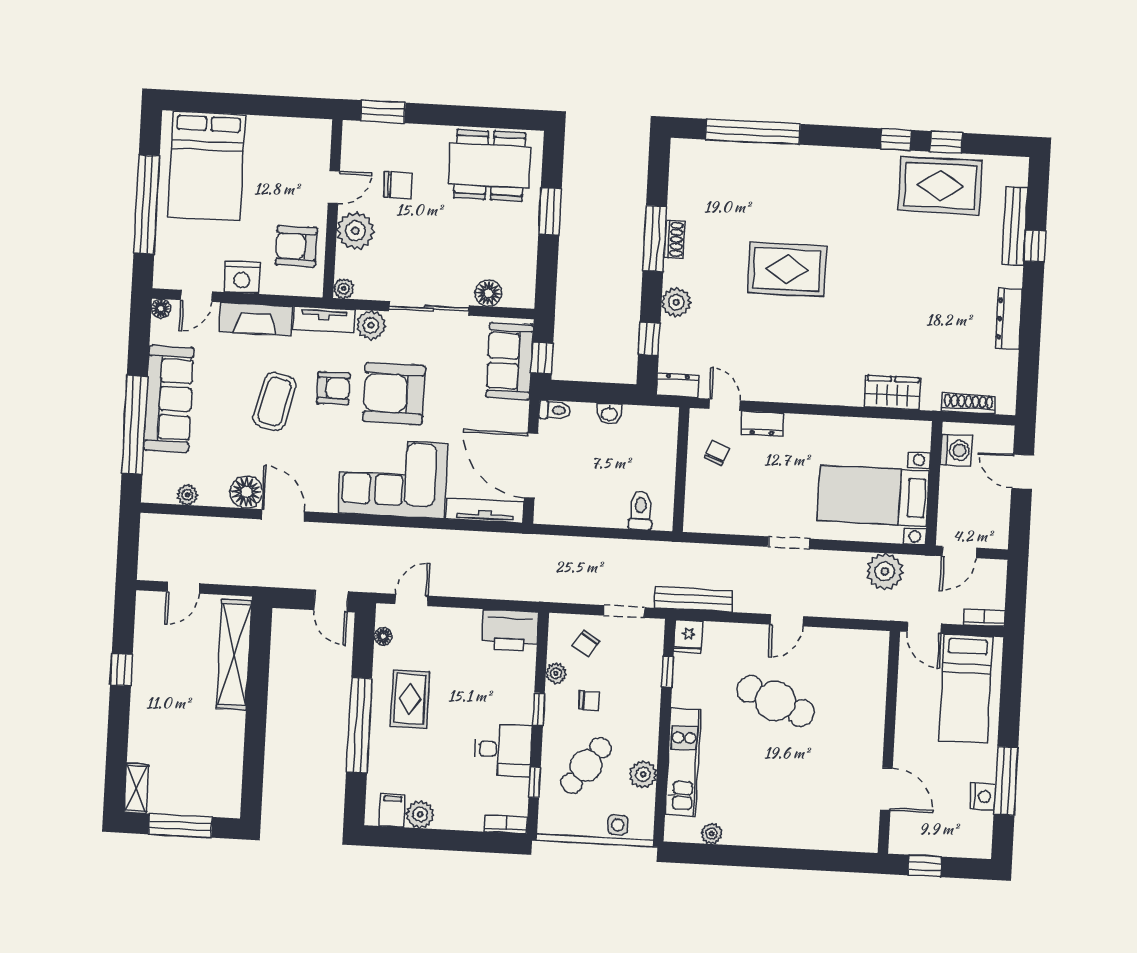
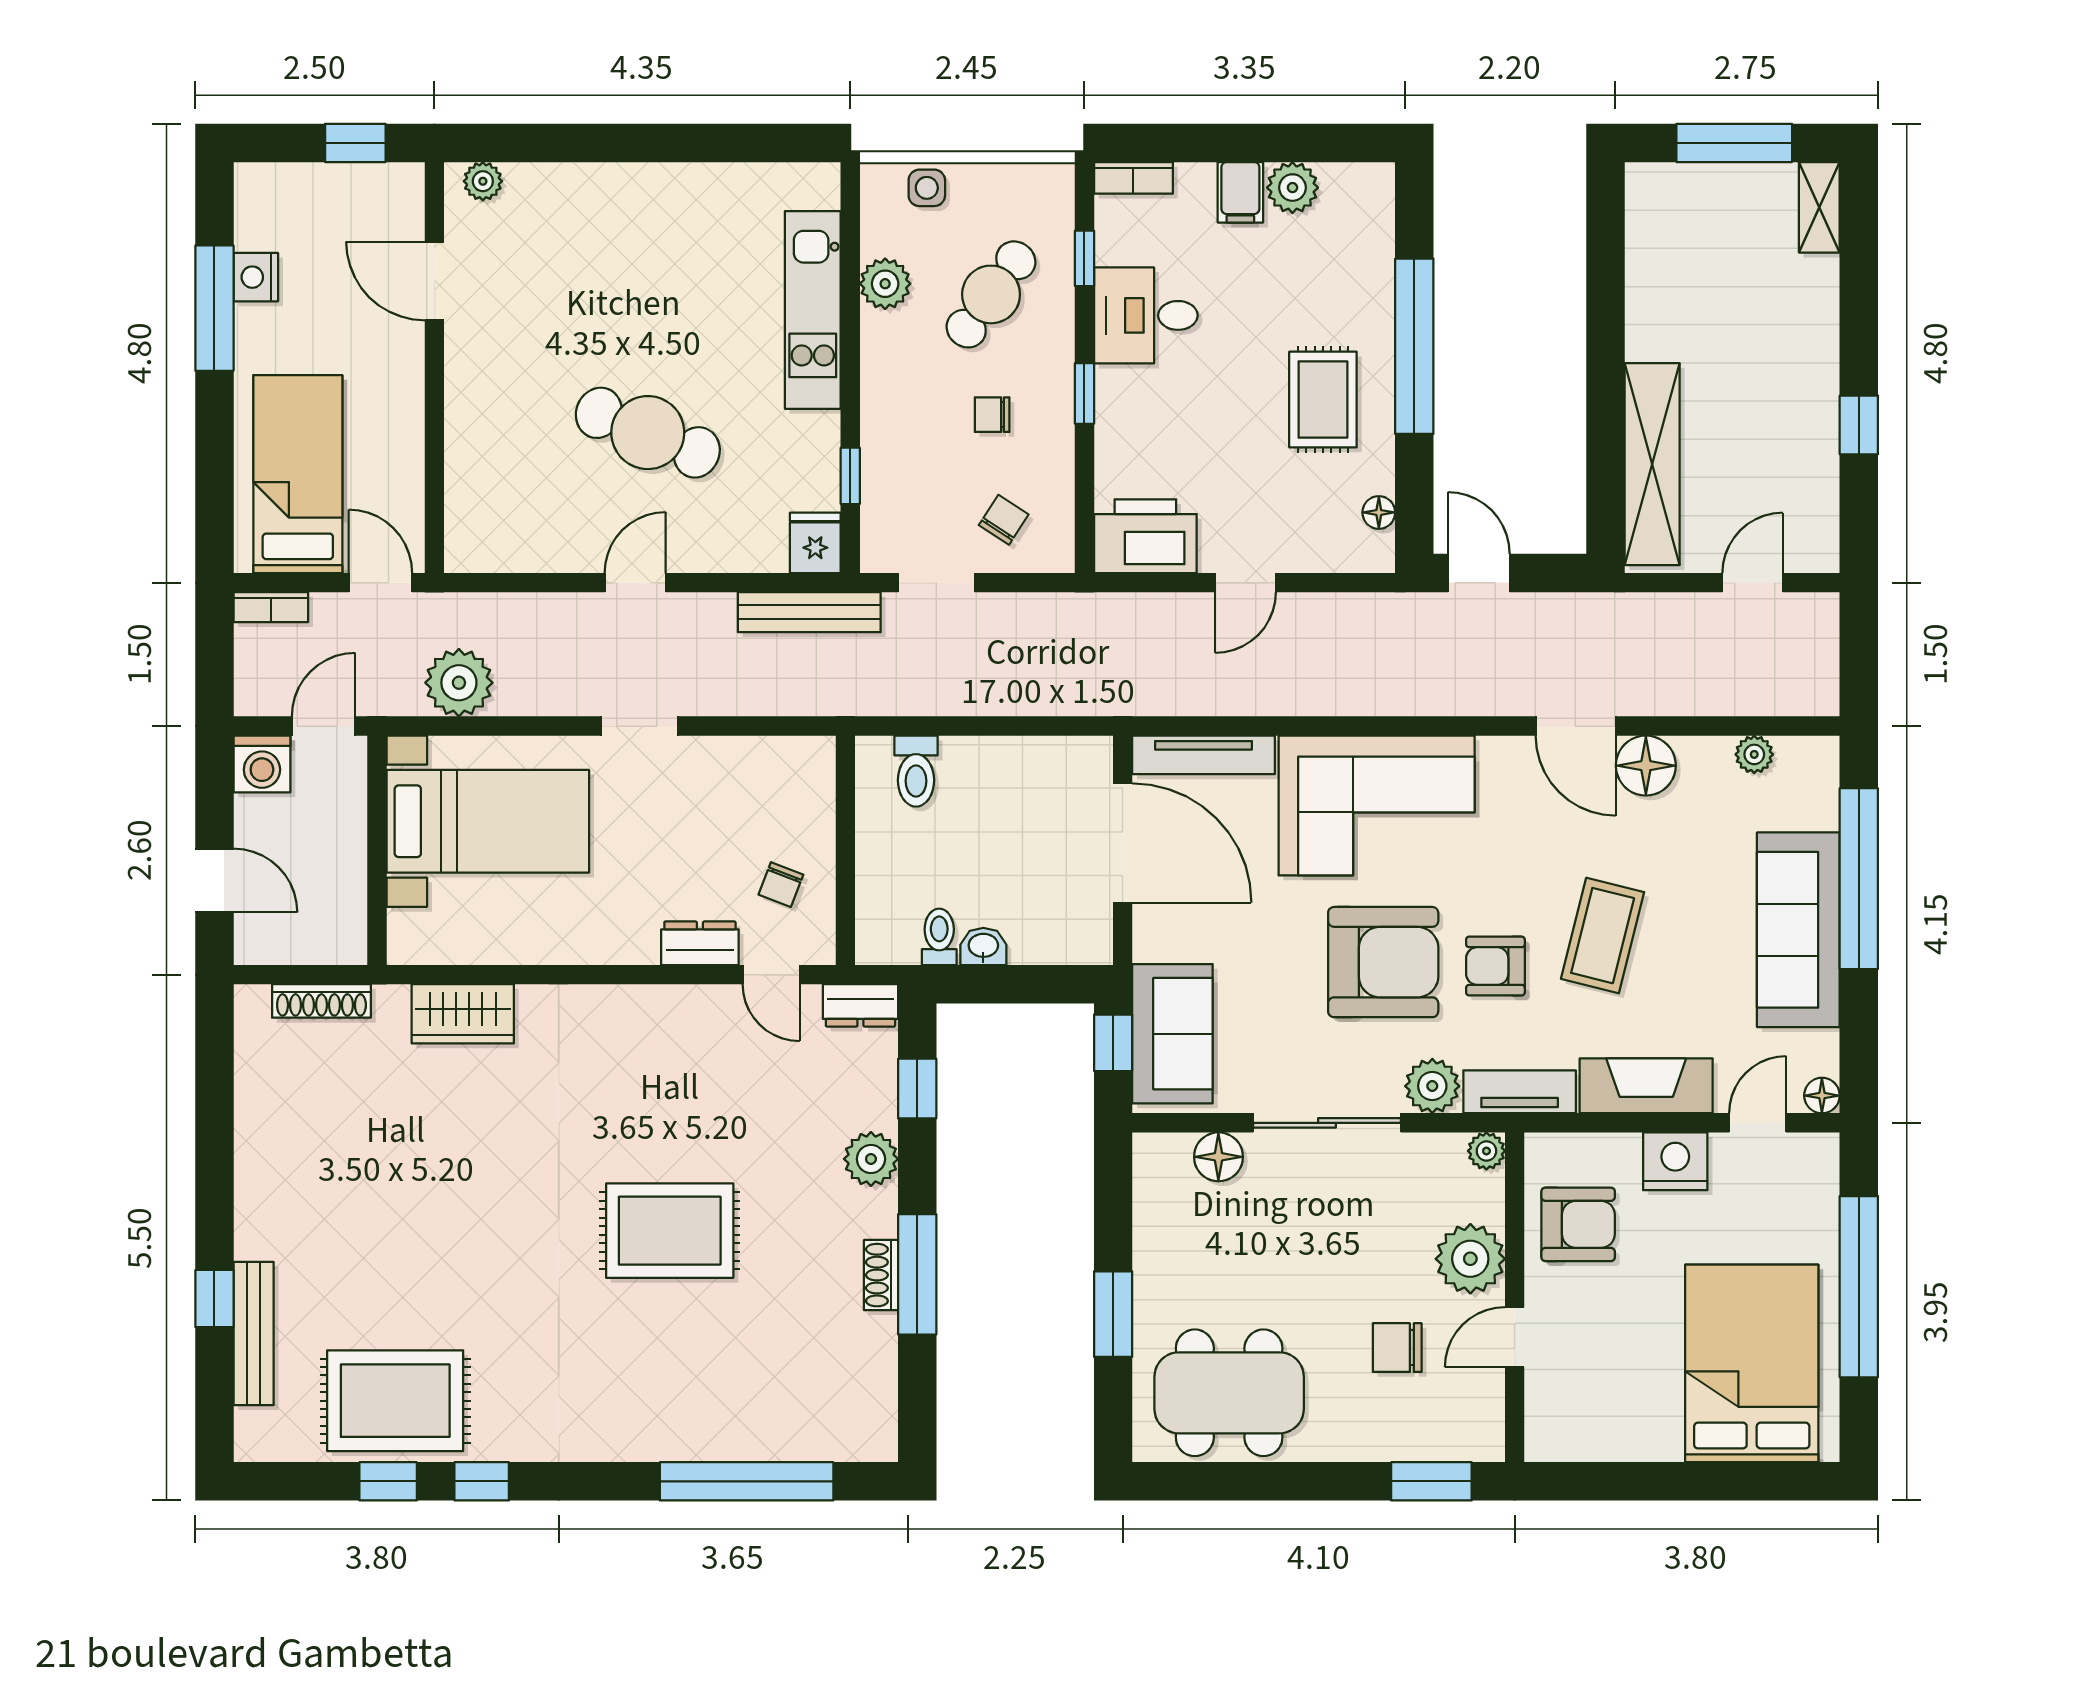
dresser: (1009, 319) -> (255, 1161), removed
toilet: (555, 410) -> (939, 937), moved, turned 90
washing machine: (956, 450) -> (262, 764), moved, turned -90
door: (411, 600) -> (1246, 583), moved
plant: (556, 673) -> (1056, 461), removed
filing cabinet: (392, 810) -> (1240, 192), moved
plant: (712, 834) -> (483, 181), moved

